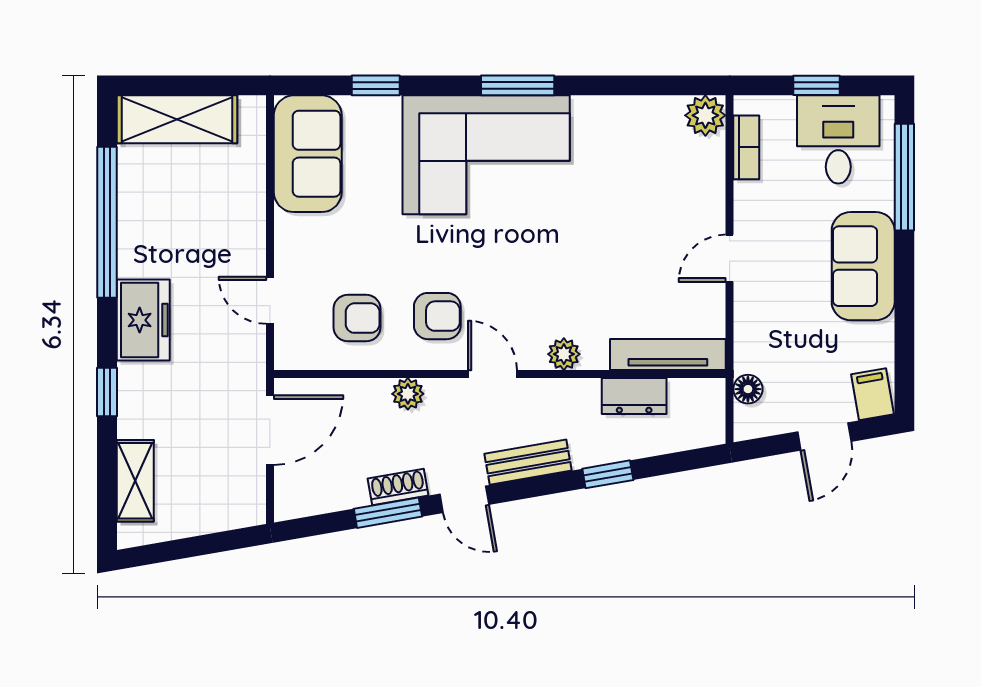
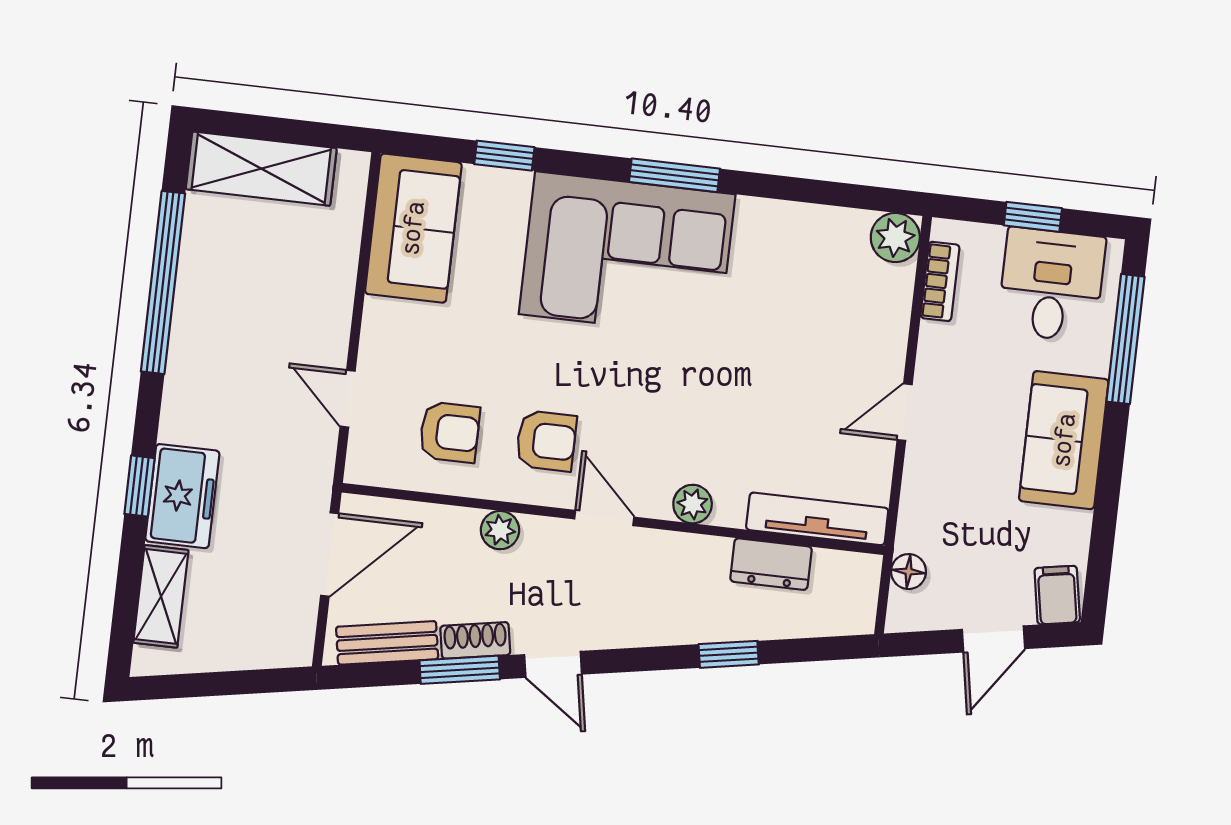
freezer: (143, 320) -> (182, 496), moved
bench: (528, 462) -> (387, 643), moved

